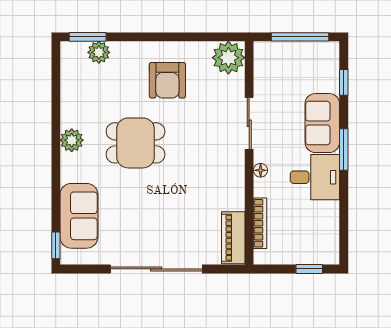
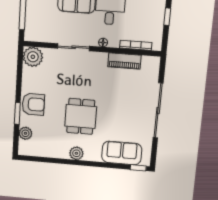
window: (88, 37) -> (17, 113), moved
armchair: (167, 80) -> (33, 104), moved
piano: (233, 238) -> (124, 61), moved

